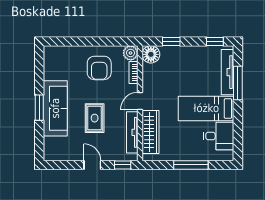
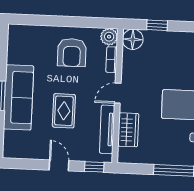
wardrobe: (150, 132) -> (128, 130), width x0.67

